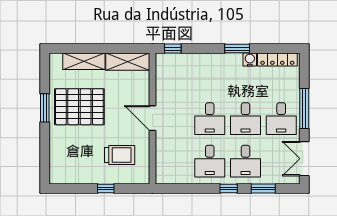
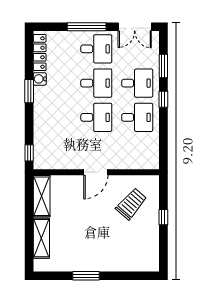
pallet: (79, 107) -> (85, 242), removed
trolley: (120, 155) -> (131, 204), turned 41

